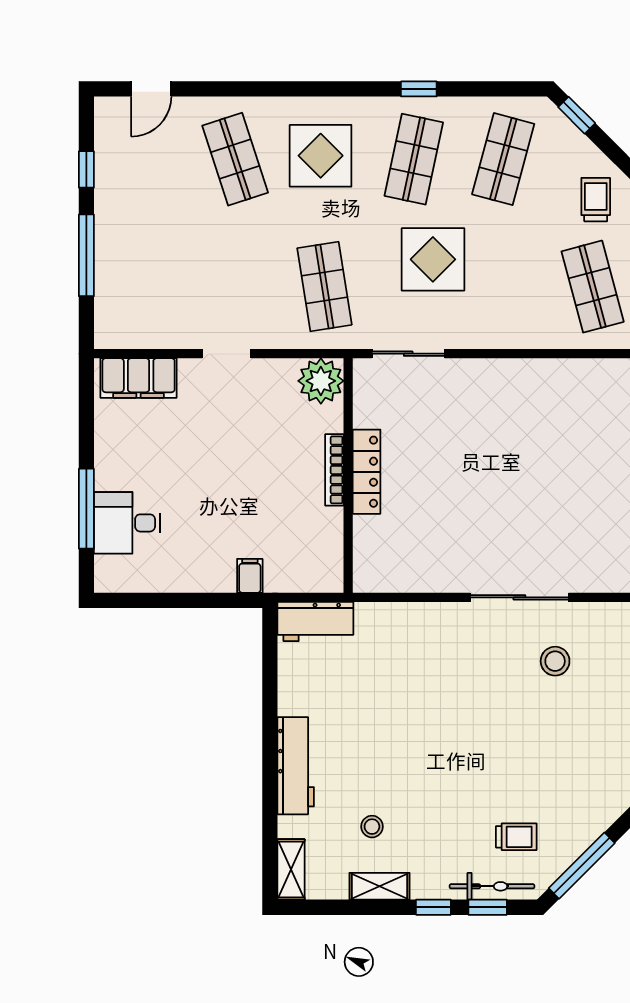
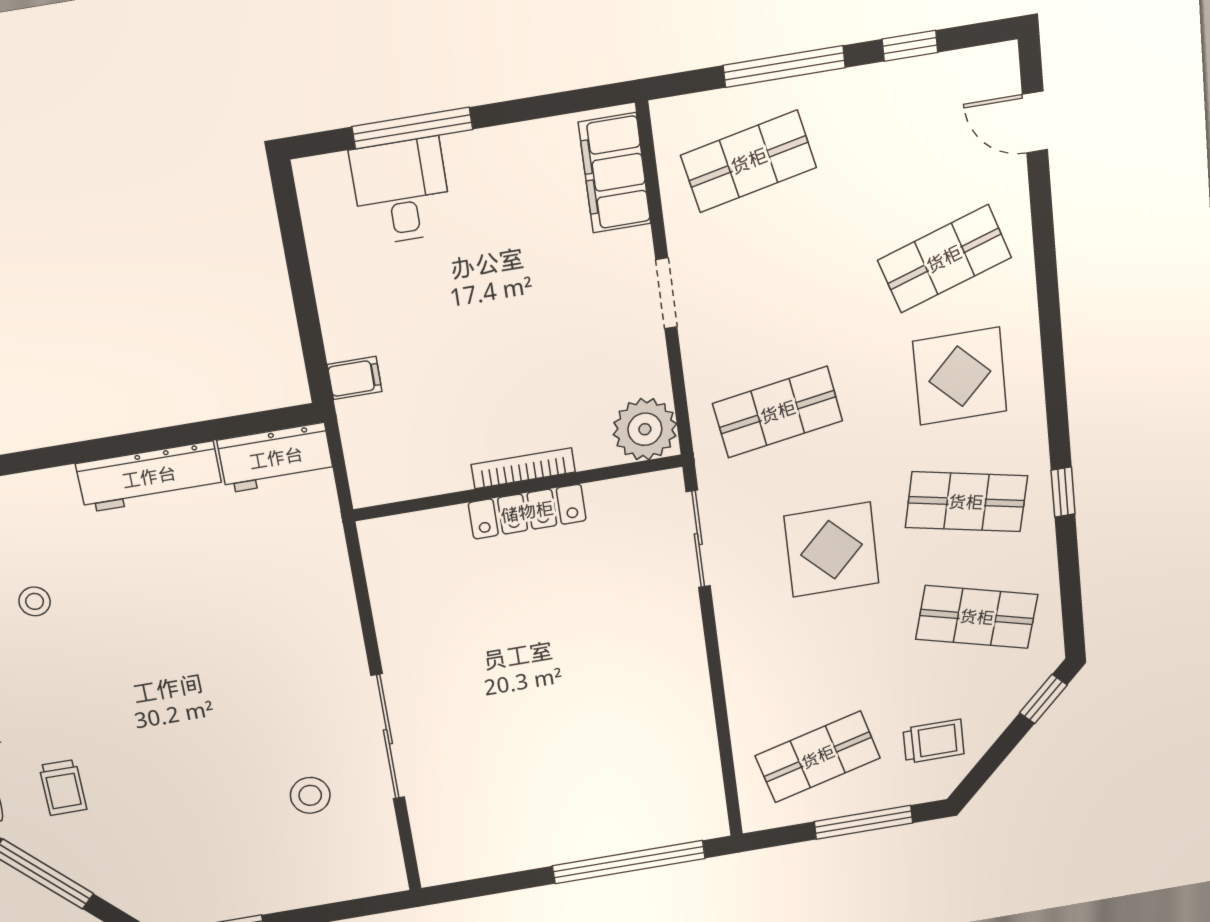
shop shelf: (146, 287) -> (749, 161), added
workbench: (315, 622) -> (276, 458), moved, turned -90
workbench: (296, 766) -> (149, 477), moved

